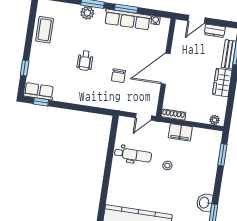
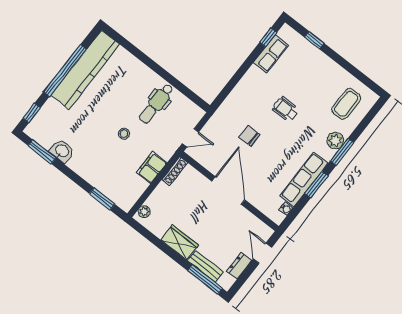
coffee table: (45, 30) -> (346, 104), moved, turned 90
row of seats: (39, 91) -> (271, 54), moved
door: (144, 117) -> (190, 138), swing flipped

